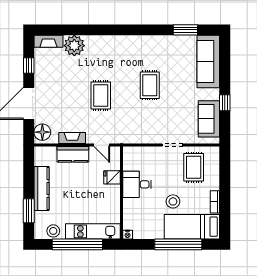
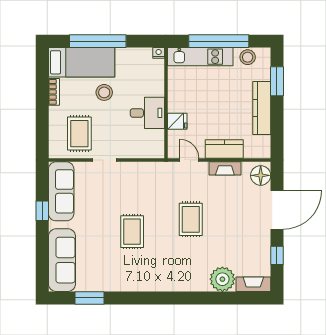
sofa: (209, 119) -> (61, 191), width x1.36

